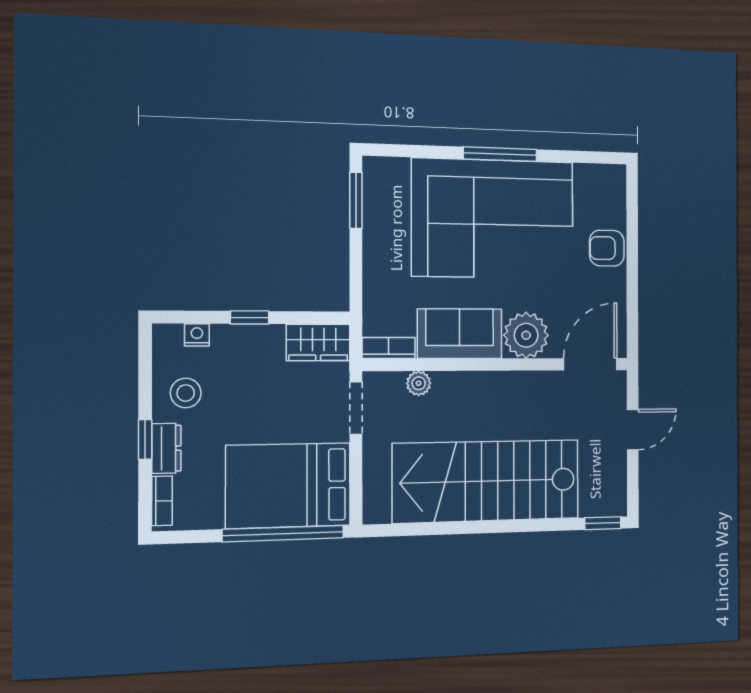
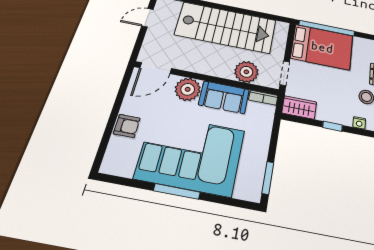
plant: (419, 383) -> (246, 72), width x1.88, depth x1.88
door: (633, 430) -> (147, 18), moved

